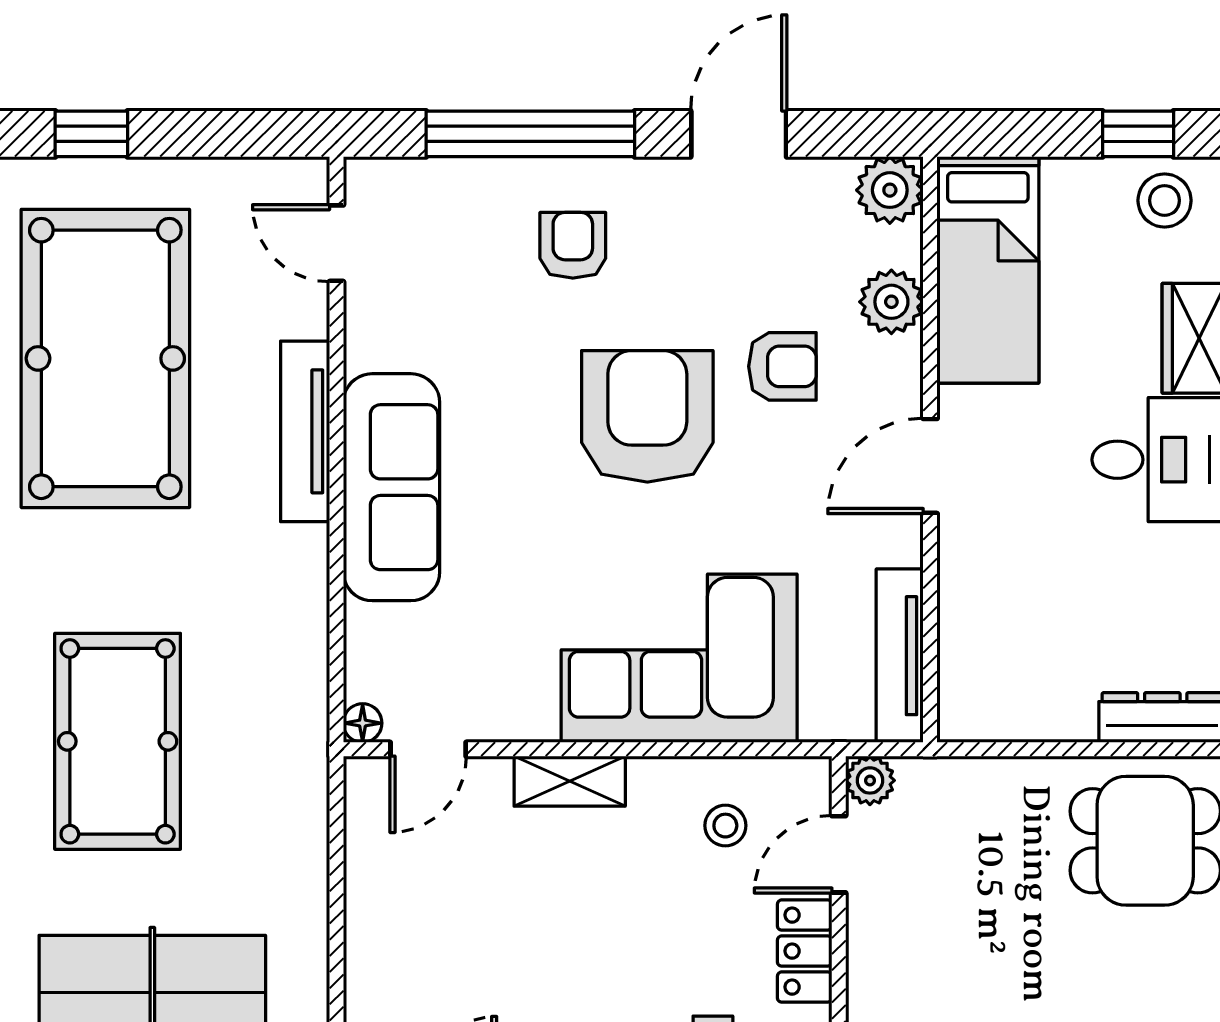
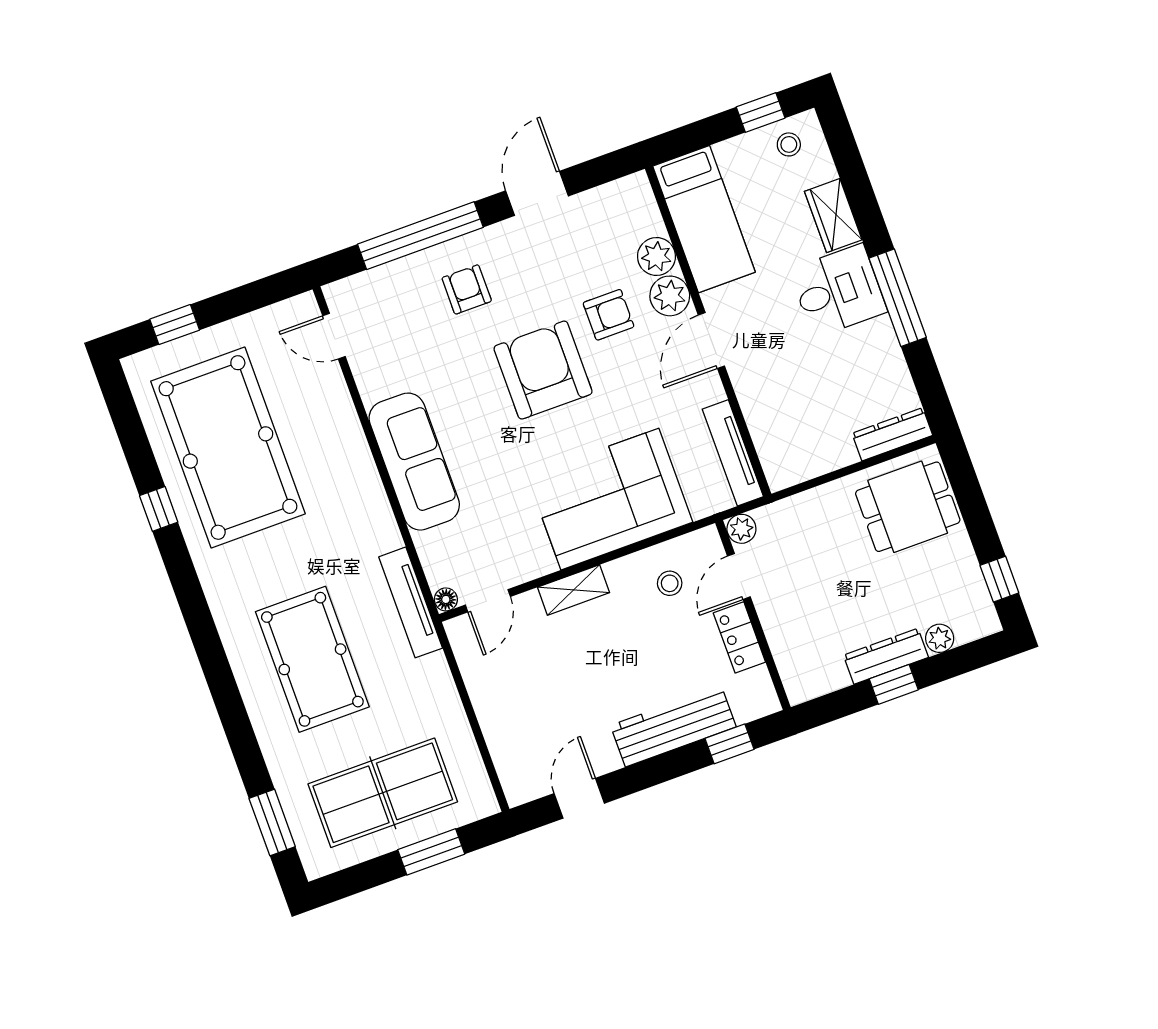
plant: (890, 190) -> (670, 296), moved
stool: (1165, 200) -> (789, 144), width x0.73, depth x0.73
tv unit: (305, 431) -> (411, 602), moved

